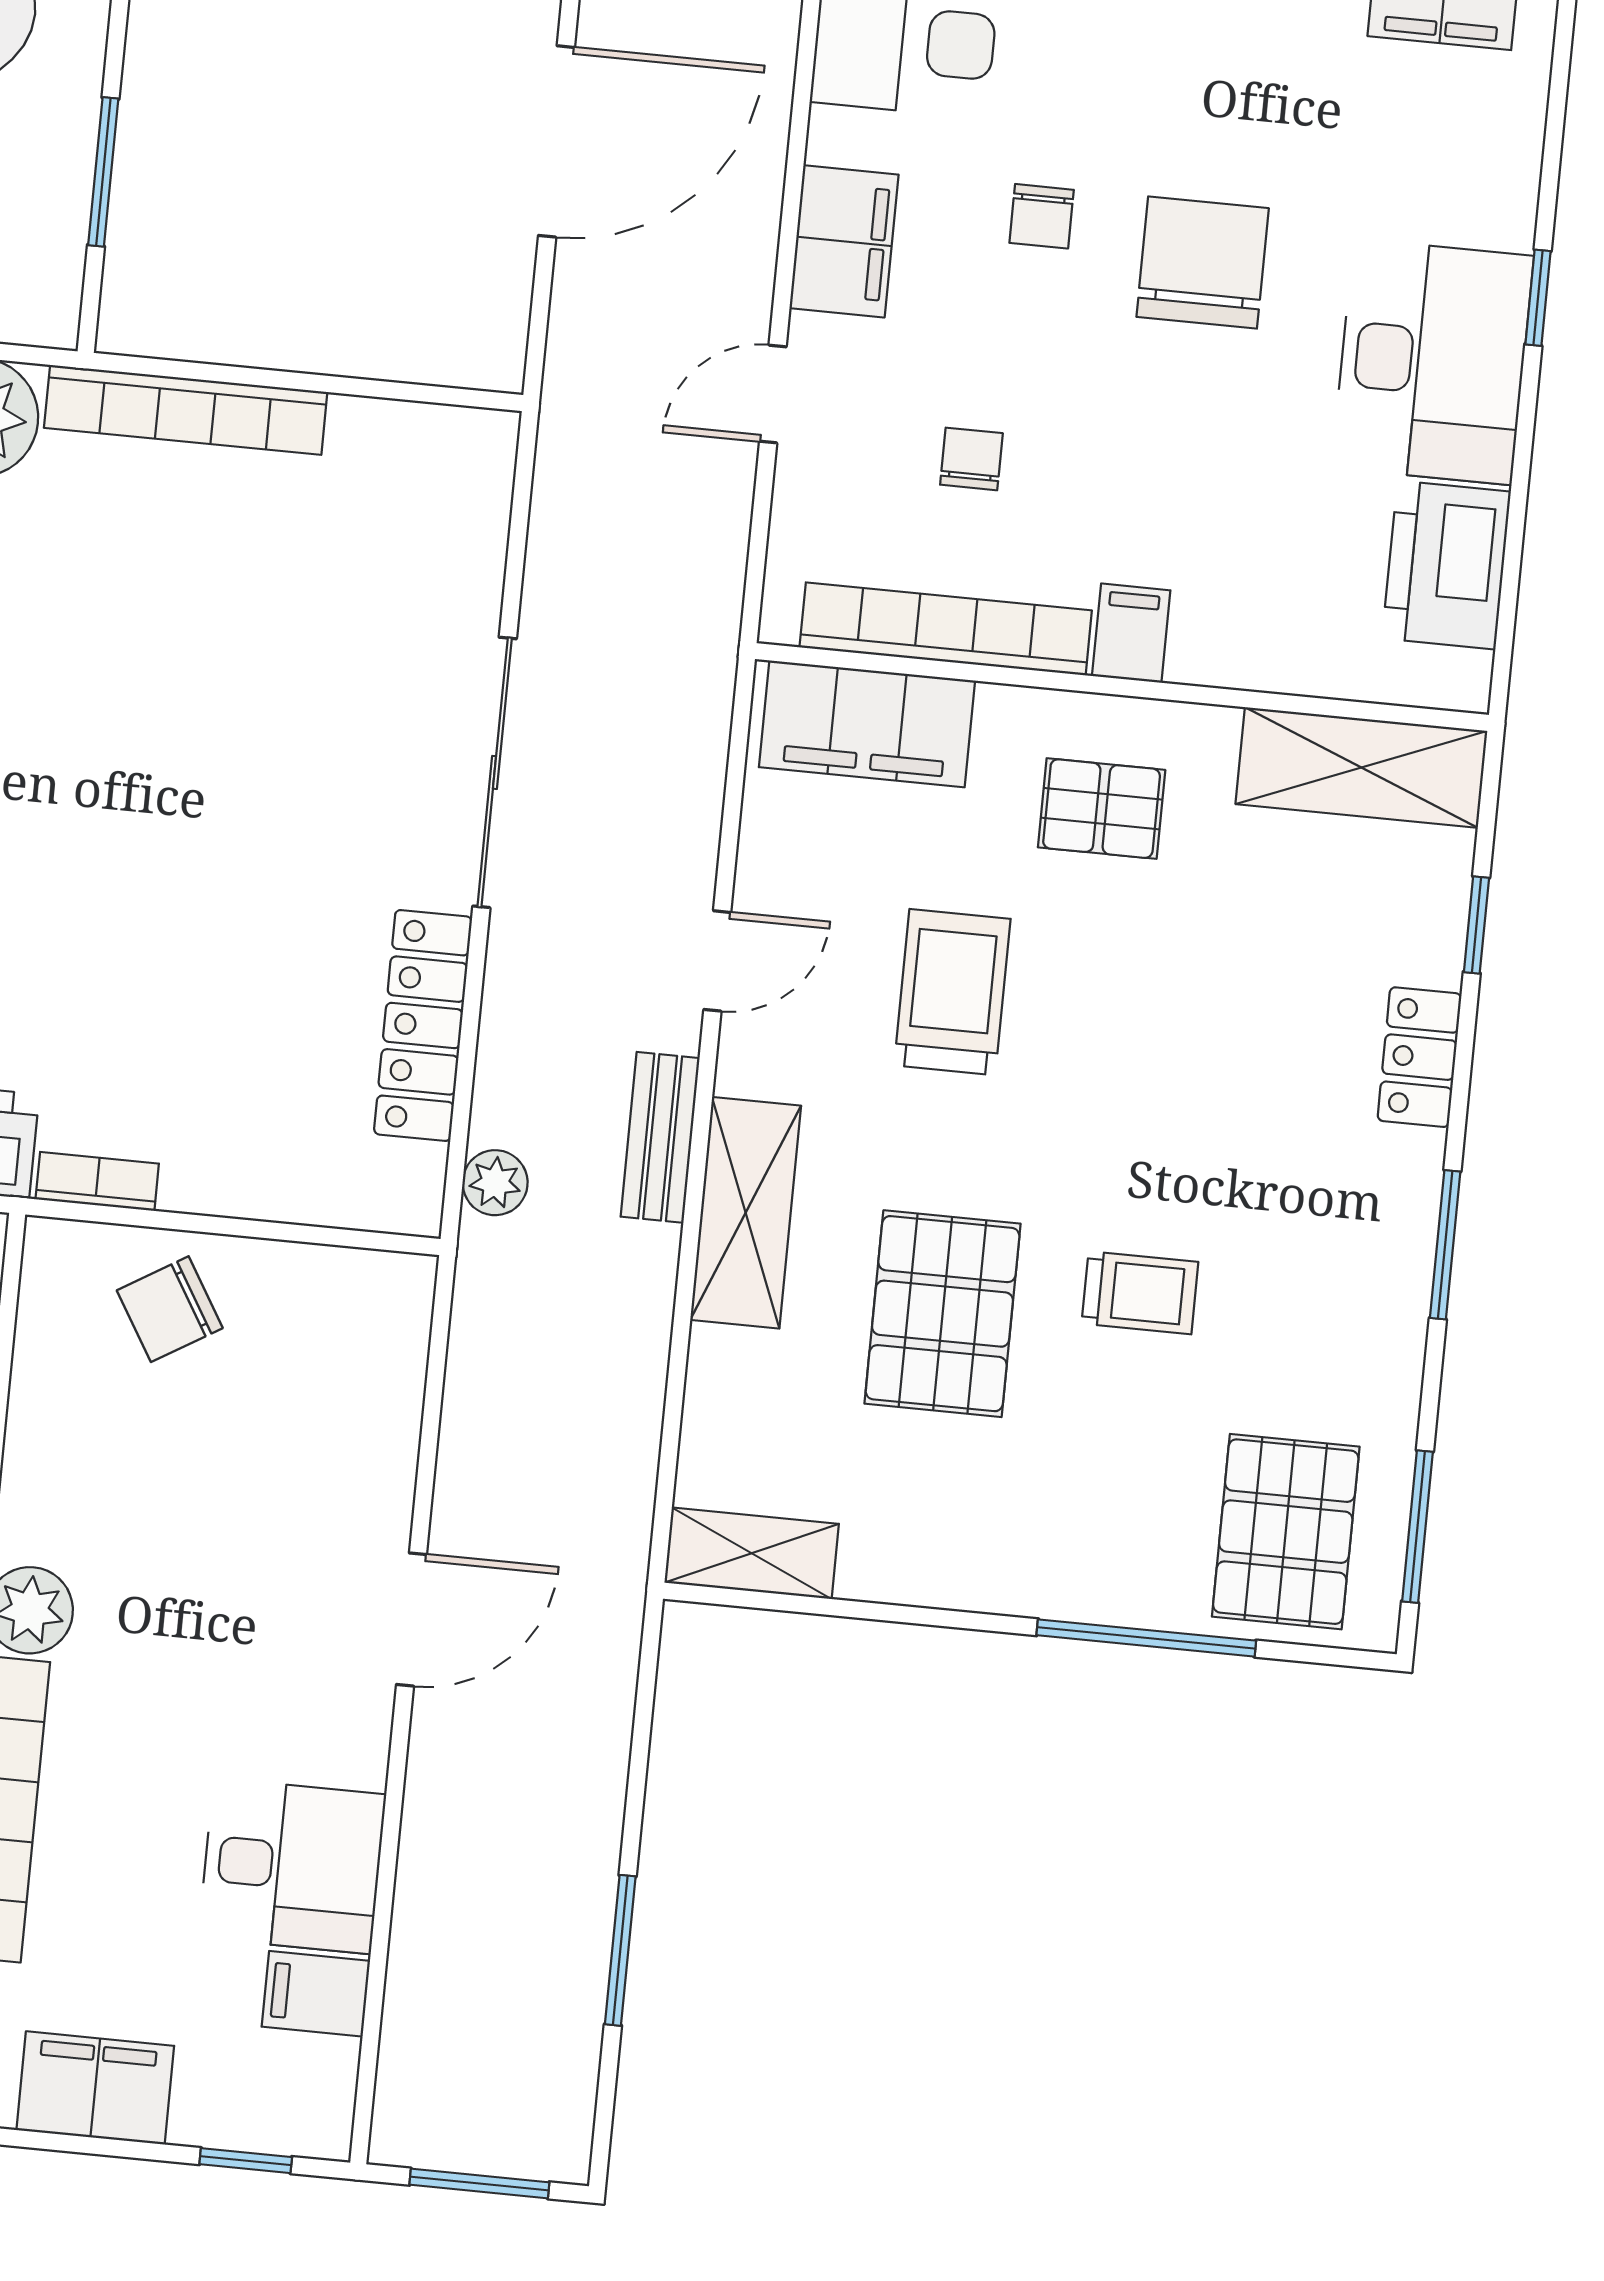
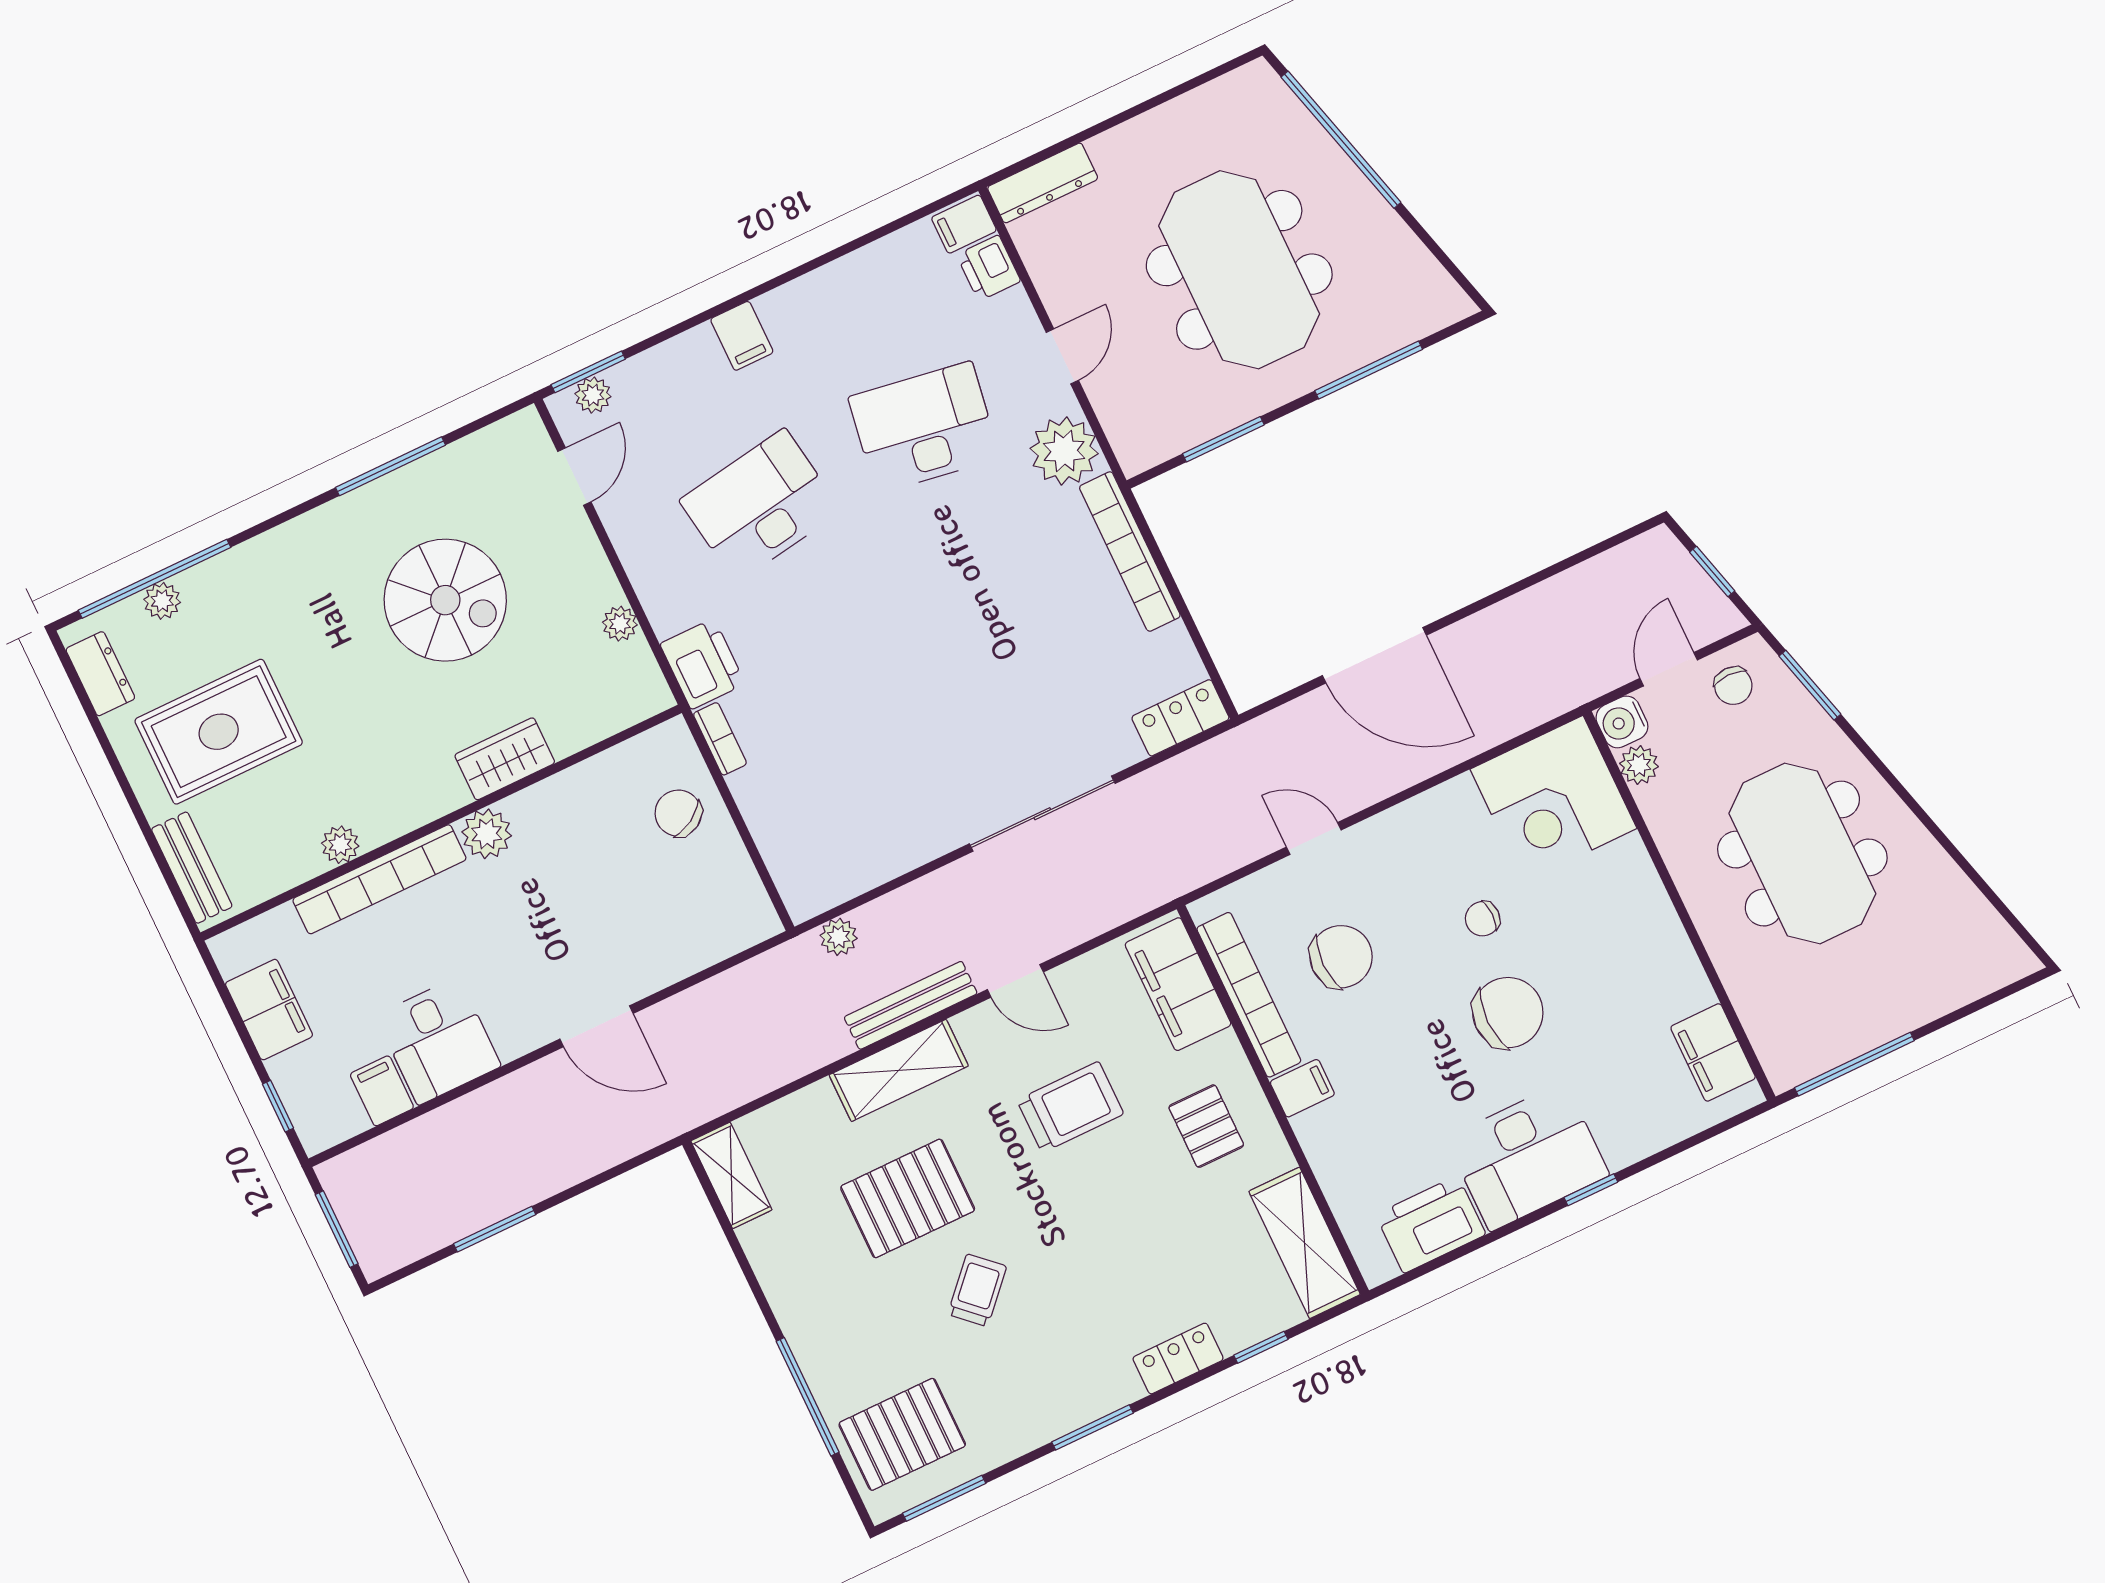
filing cabinet: (844, 241) -> (1411, 828), removed
chair: (971, 459) -> (1341, 957), width x1.87, depth x1.87
locker: (423, 1025) -> (1180, 718), moved, width x0.66
bench: (660, 1137) -> (911, 1005), width x1.36
trolley: (1140, 1293) -> (977, 1290), turned -137

